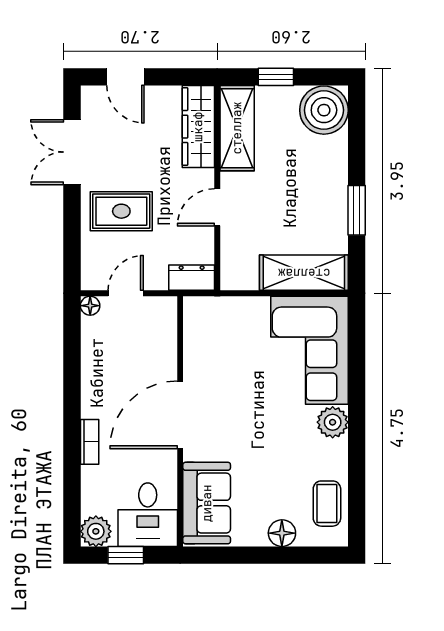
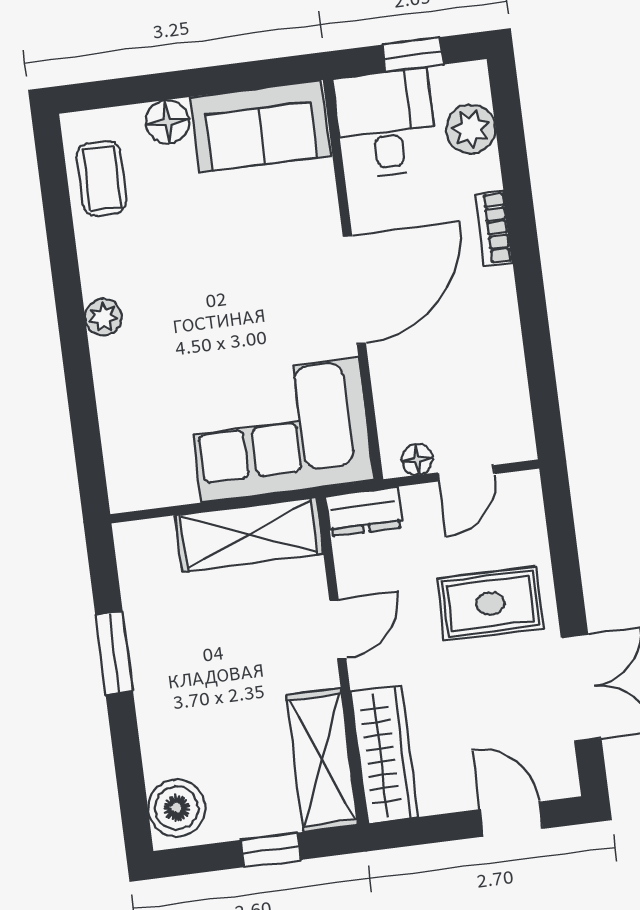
boiler: (324, 110) -> (177, 808), width x0.73, depth x0.73
shelving: (304, 273) -> (249, 534), moved
floor lamp: (90, 306) -> (417, 459), moved
corner sofa: (309, 350) -> (280, 430), moved, turned -90
plant: (333, 422) -> (103, 317), width x0.73, depth x0.73
sofa: (207, 503) -> (260, 126), moved, turned -90
plant: (96, 531) -> (471, 129), moved

